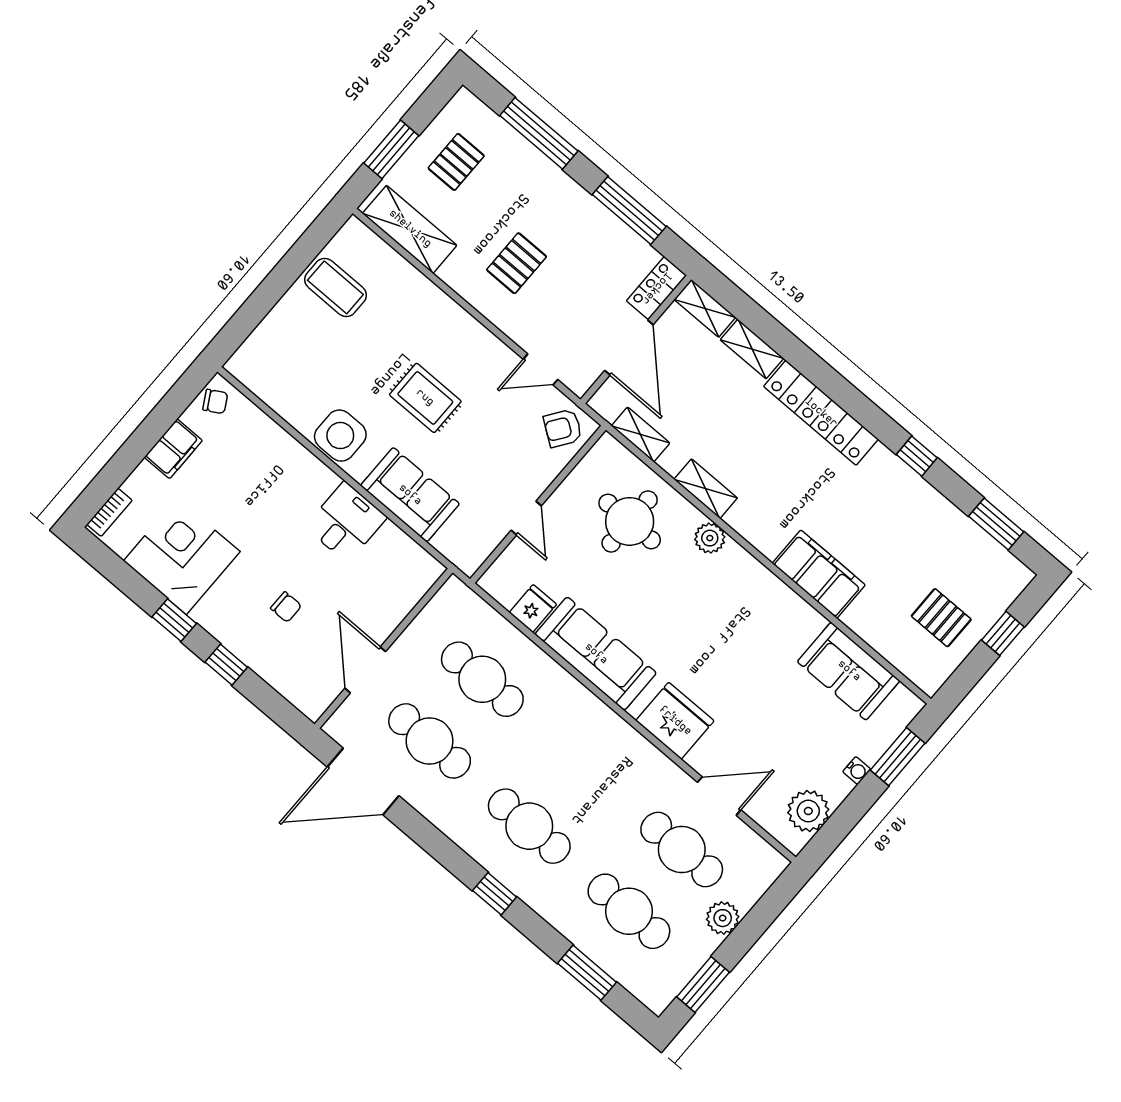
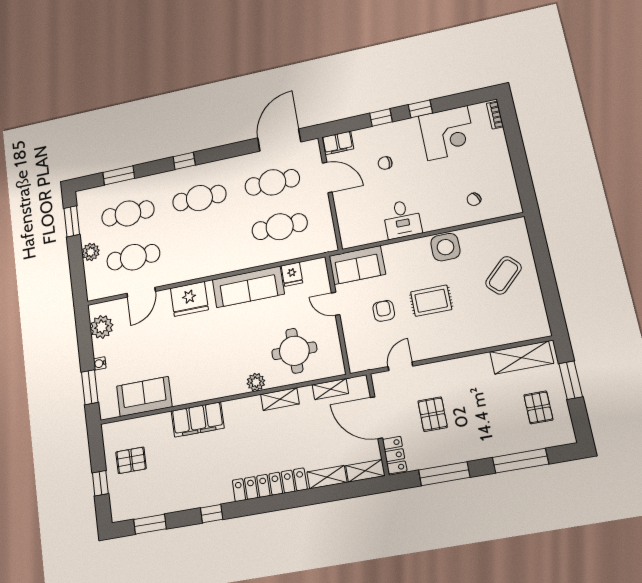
pallet: (517, 263) -> (433, 414), moved
coffee table: (335, 287) -> (504, 275), moved, turned -44
chair: (215, 401) -> (474, 199), moved
armchair: (563, 428) -> (384, 311), moved, turned -35
filing cabinet: (173, 449) -> (338, 143), moved, turned -90
sofa: (410, 495) -> (357, 265), moved

